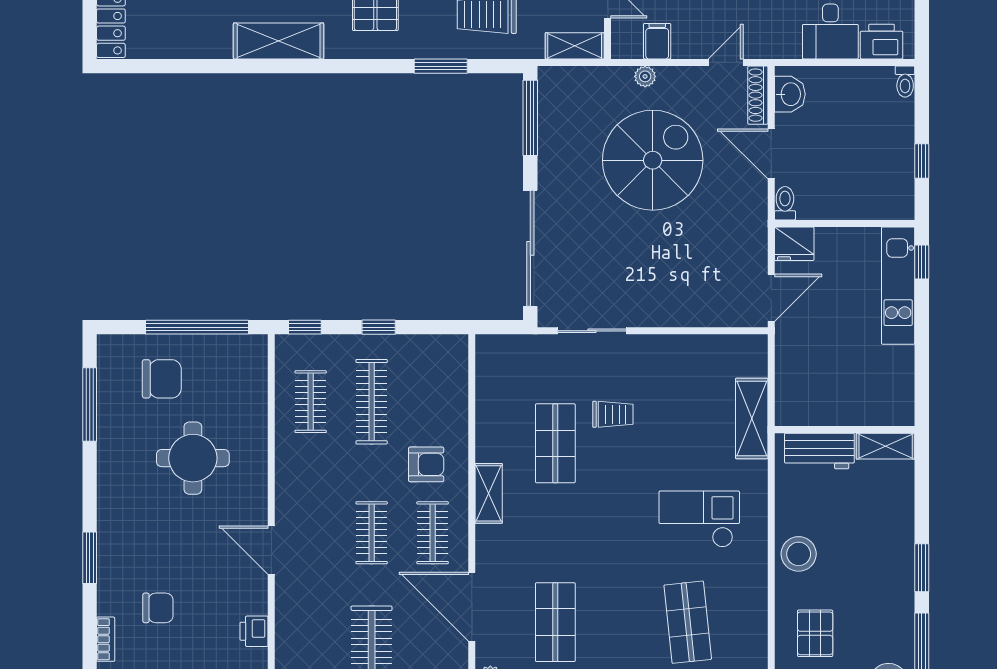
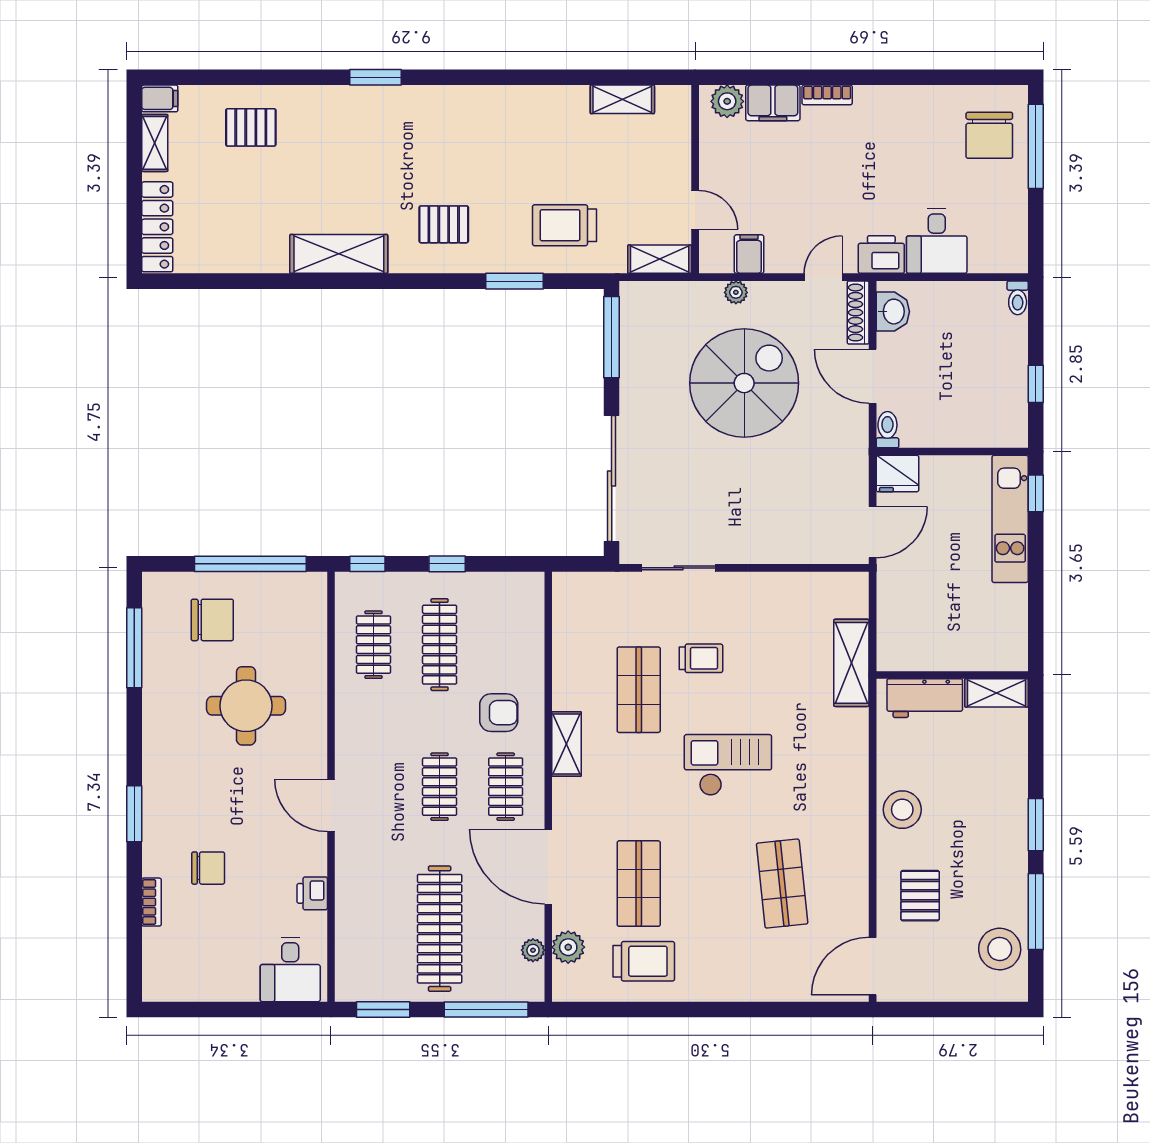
printer: (882, 42) -> (881, 255), moved
checkout: (699, 519) -> (728, 765), moved

